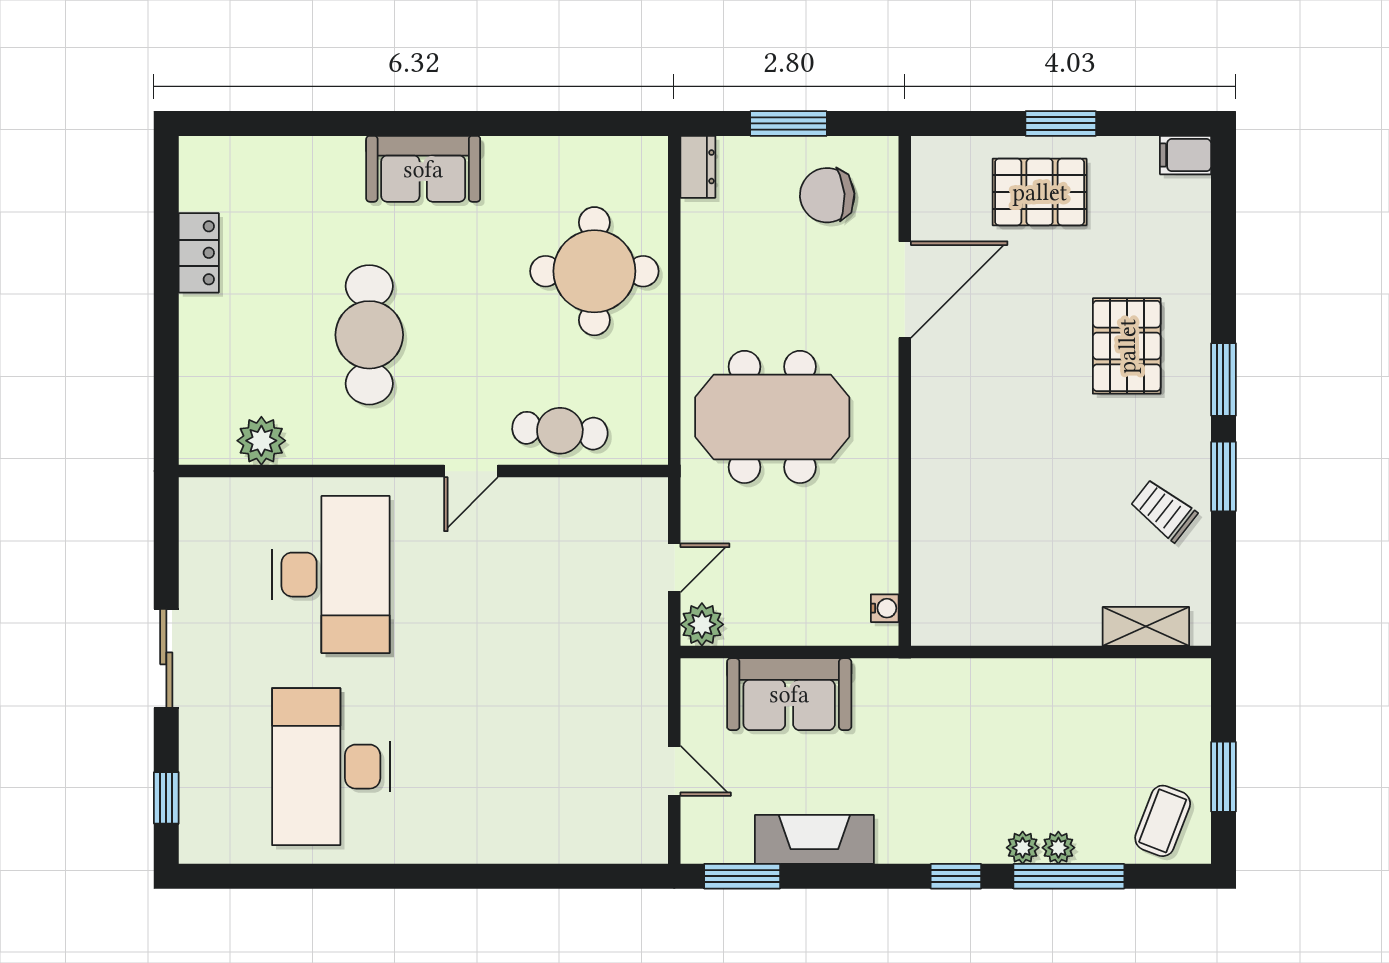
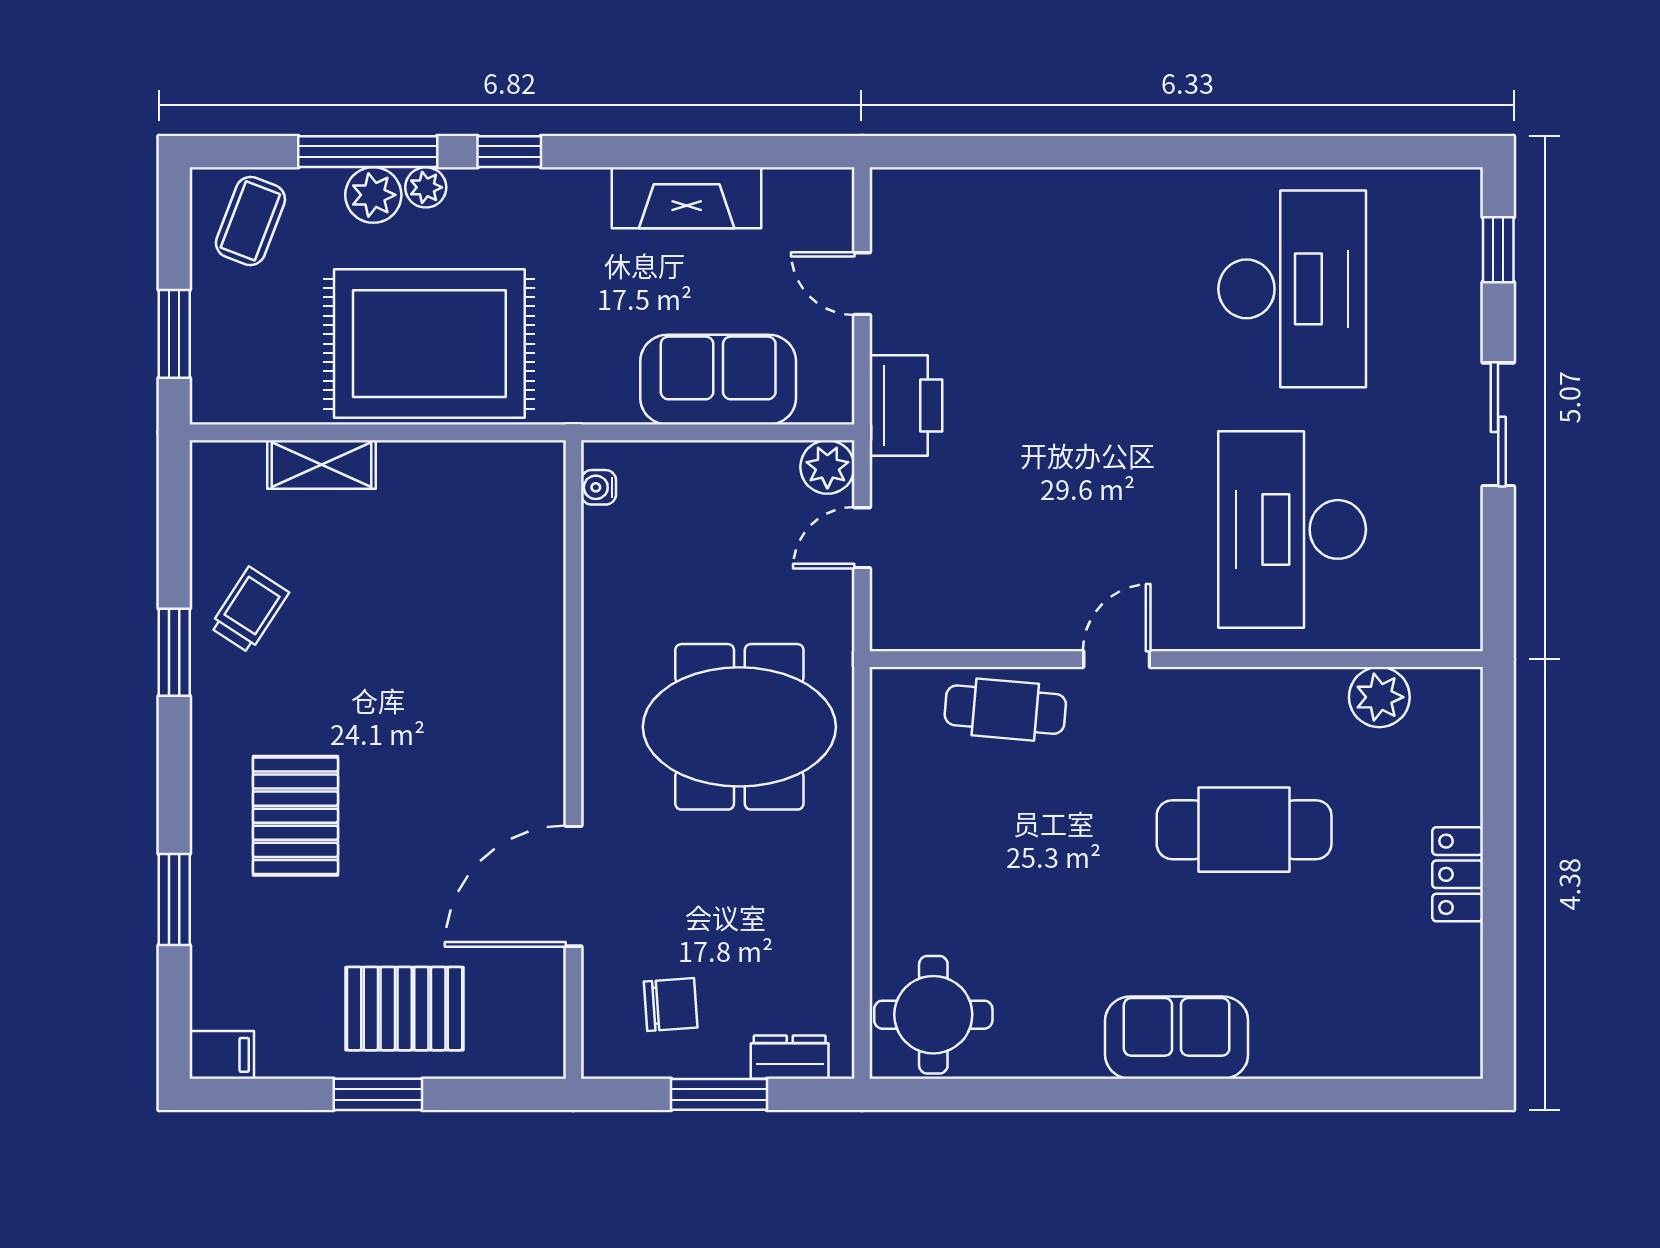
dresser: (698, 167) -> (790, 1057), moved, turned 90
chair: (827, 195) -> (671, 1005), width x0.73, depth x0.73
locker: (199, 253) -> (1458, 874), moved
round table: (594, 271) -> (933, 1015), moved, width x0.73, depth x0.73
cafe table: (369, 335) -> (1244, 830), turned 90
window: (1223, 380) -> (174, 899), moved
trolley: (1164, 510) -> (249, 610), turned -95
shelving: (1146, 626) -> (322, 464), moved
printer: (639, 673) -> (906, 406), added
rug: (1020, 723) -> (429, 344), added
window: (1223, 777) -> (174, 334), moved
plant: (1058, 848) -> (373, 195), width x1.38, depth x1.38
window: (742, 876) -> (777, 152), removed

